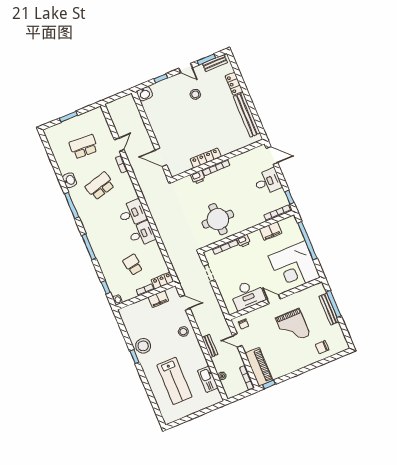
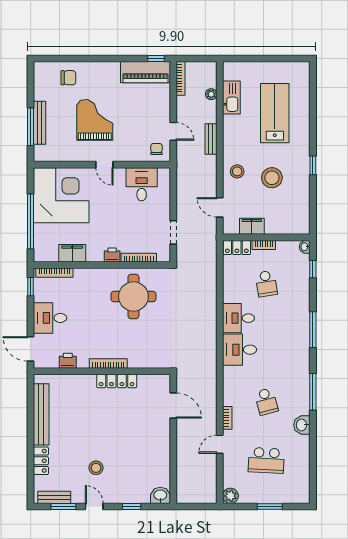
plant: (98, 113) -> (230, 496), added
printer: (198, 177) -> (68, 361), moved
school desk: (100, 186) -> (266, 401), width x0.54
desk: (247, 295) -> (142, 184), width x0.73
stool: (143, 346) -> (272, 178), moved
piano: (259, 367) -> (145, 72), moved, turned -90

